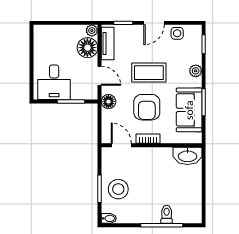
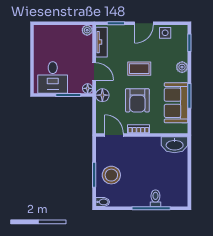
floor lamp: (87, 48) -> (88, 88), moved, width x0.53, depth x0.53
coffee table: (149, 73) -> (139, 69), width x0.73, depth x0.77

